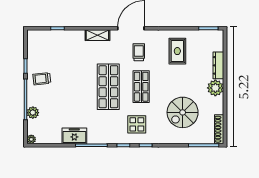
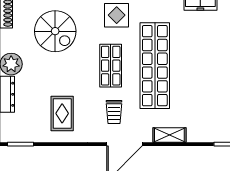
shop shelf: (108, 87) -> (155, 66), width x1.40
spiral stairs: (183, 112) -> (55, 31), turned 90

